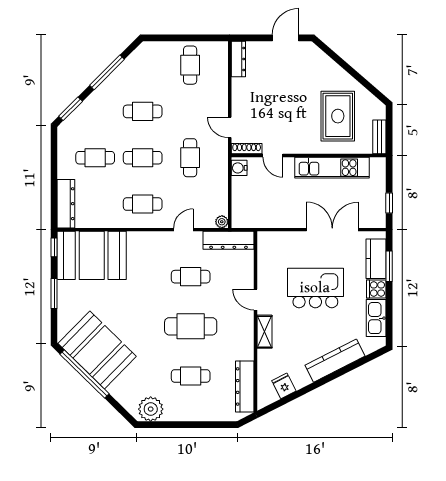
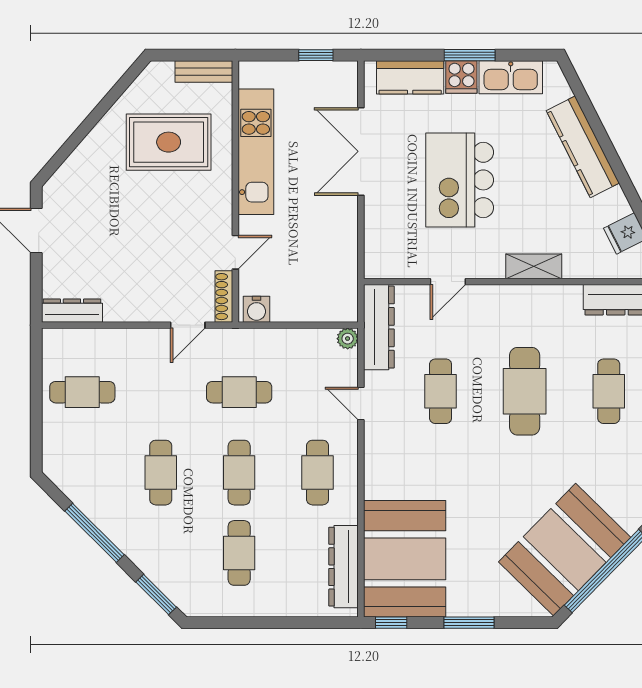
dresser: (66, 204) -> (343, 567), moved, turned -90
window: (389, 266) -> (470, 55), moved
door: (255, 300) -> (448, 282), moved

